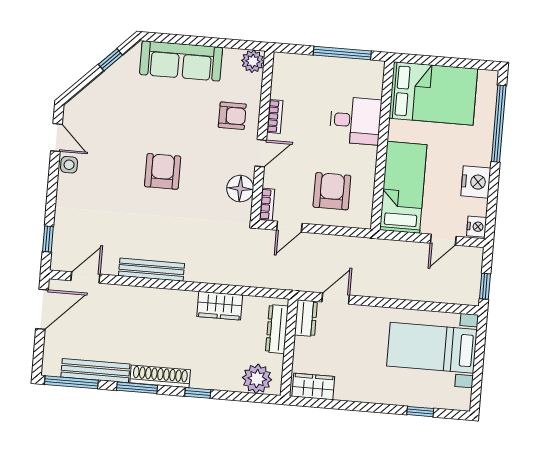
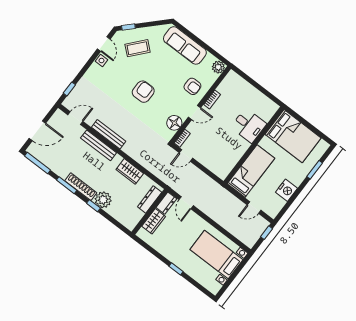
window: (342, 53) -> (263, 90), removed
window: (110, 60) -> (128, 27), moved
coffee table: (112, 111) -> (138, 48), added
window: (499, 124) -> (315, 170), width x0.47
armchair: (332, 191) -> (216, 152), removed
nightstand: (477, 227) -> (274, 211), removed
window: (485, 286) -> (267, 233), moved
door: (336, 298) -> (186, 203), swing flipped
door: (42, 309) -> (37, 131), moved
bench: (95, 371) -> (99, 145), moved
plant: (257, 379) -> (103, 200), moved
wardrobe: (313, 386) -> (154, 221), moved, turned 90
window: (420, 412) -> (176, 269), moved

